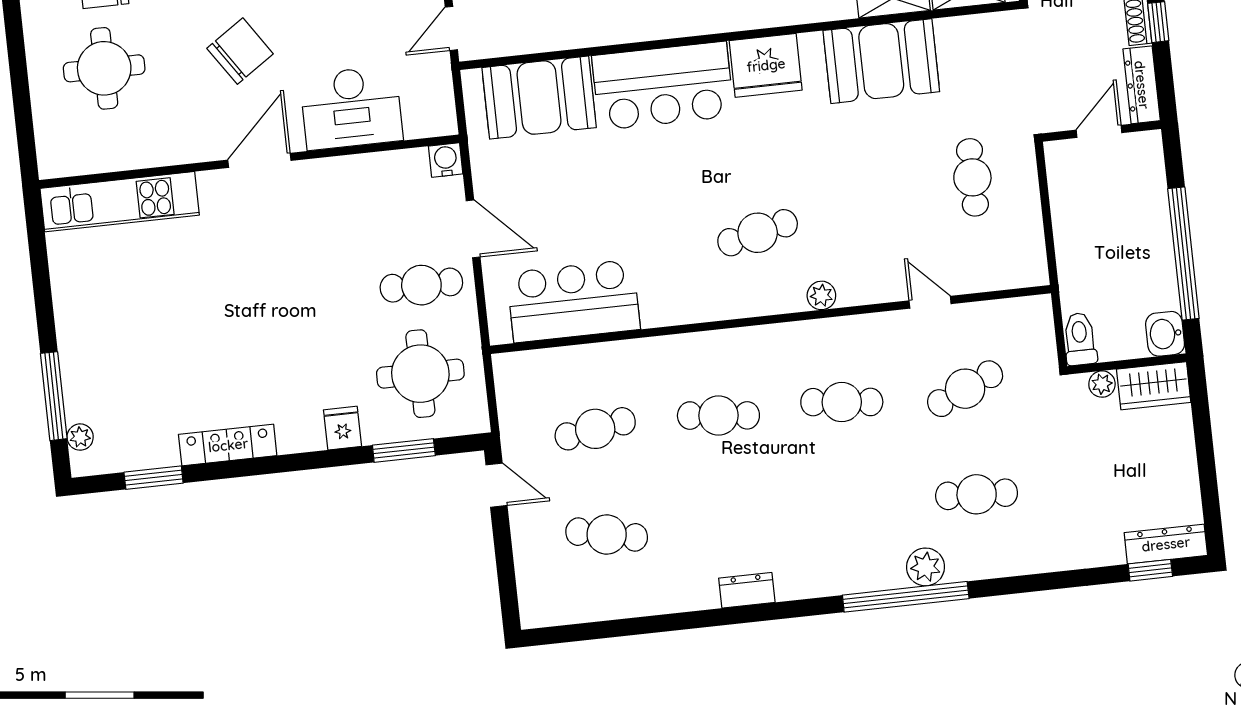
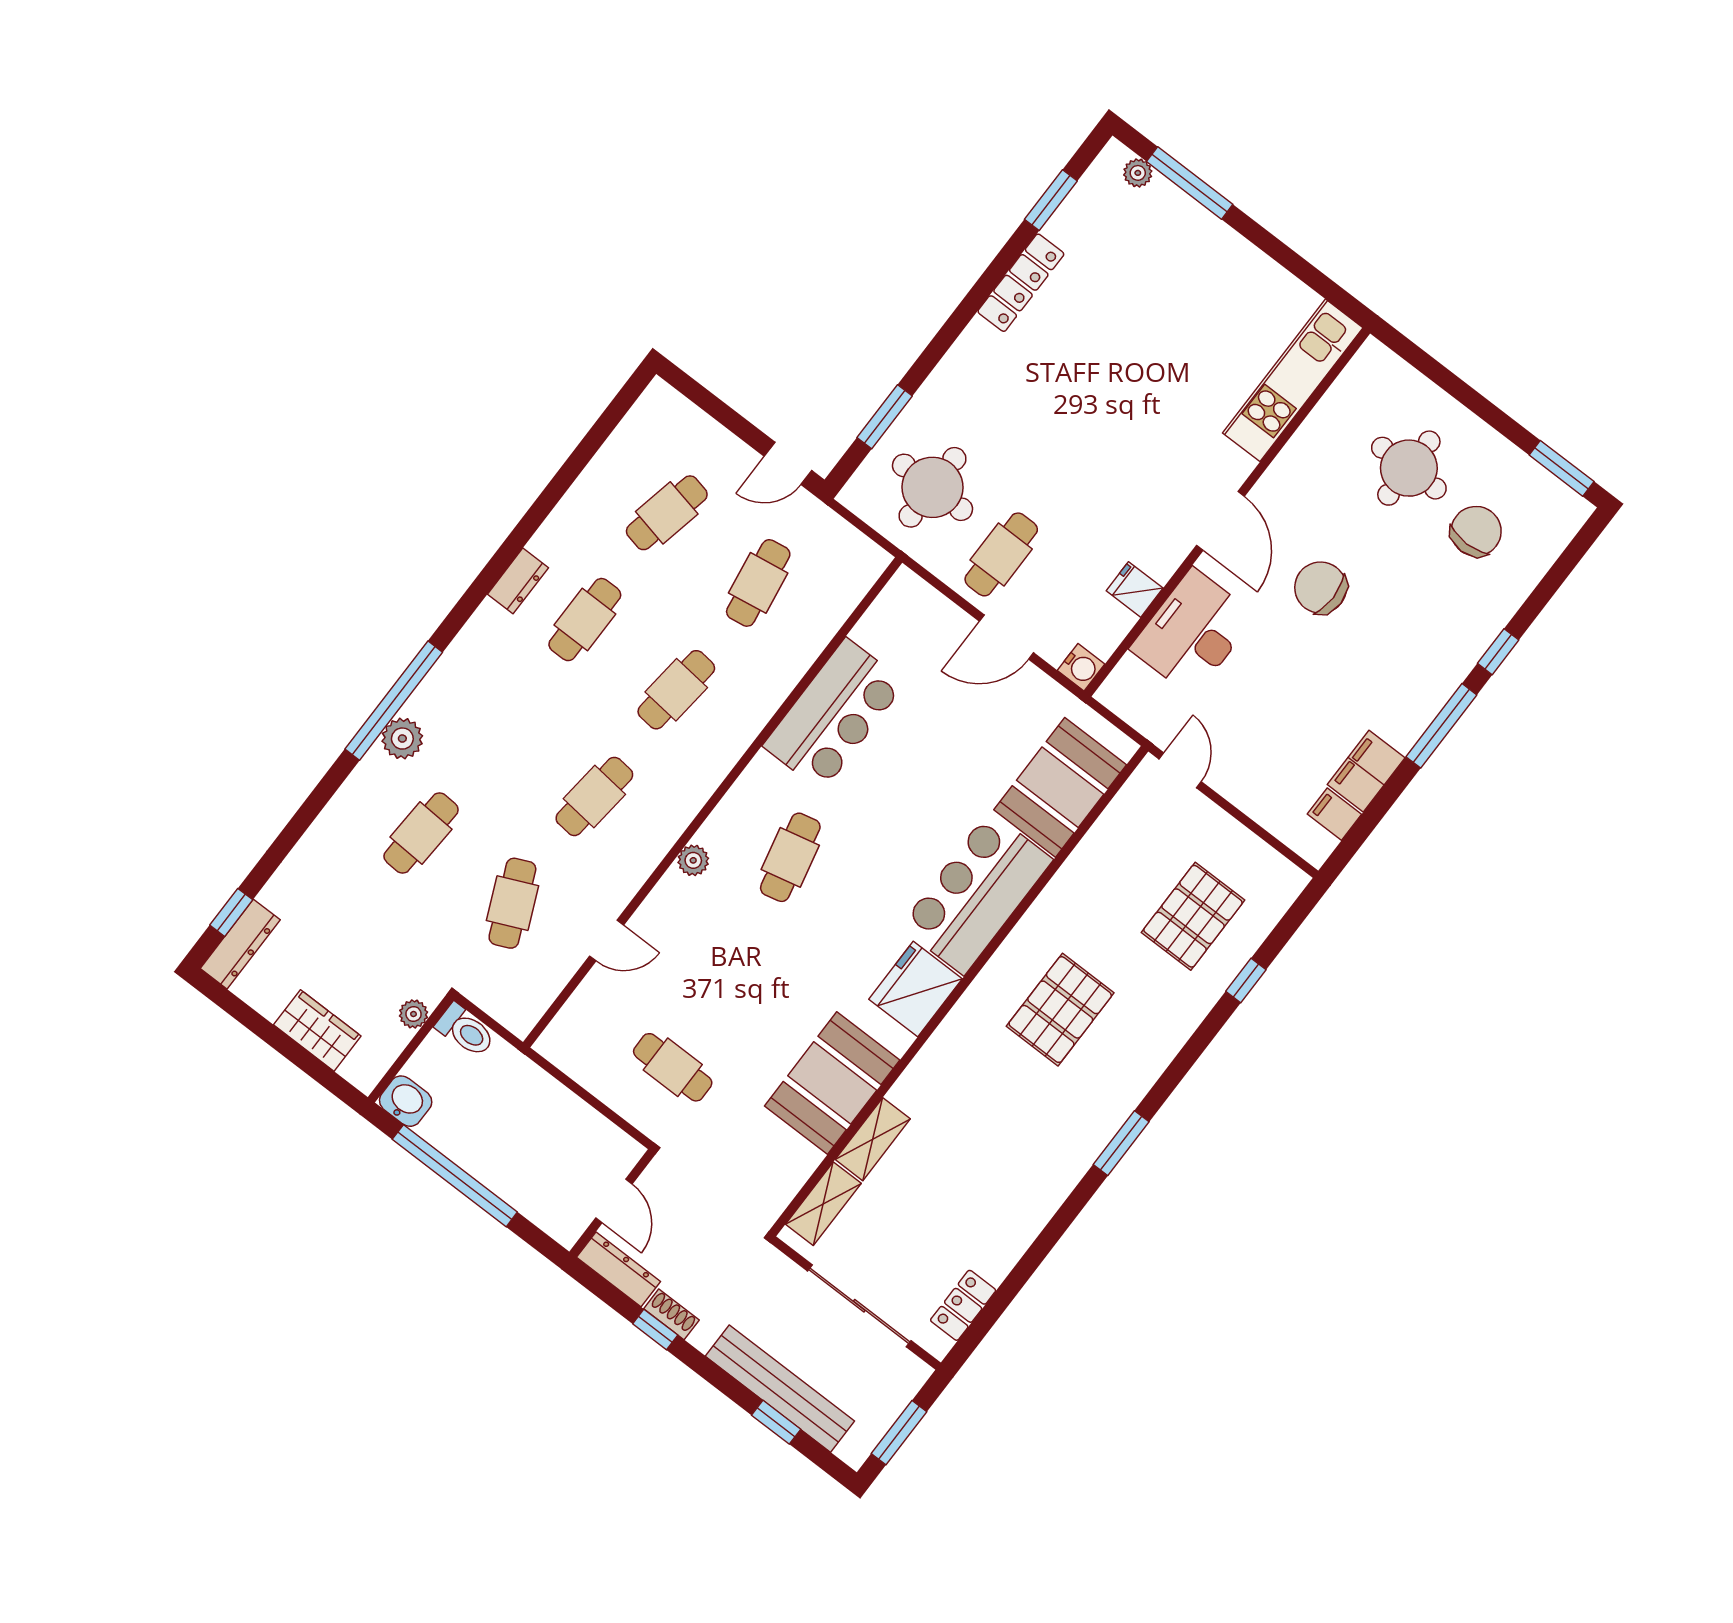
chair: (240, 51) -> (1321, 588), turned 124
bar counter: (573, 301) -> (834, 715), moved
wardrobe: (1154, 386) -> (317, 1030), moved, turned 90
fridge: (343, 428) -> (1135, 589), moved, turned 180
cafe table: (730, 521) -> (585, 620), added

